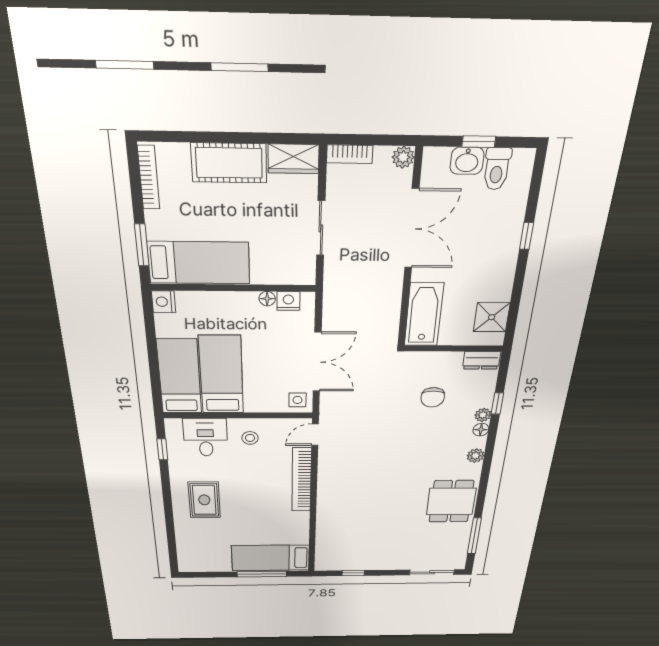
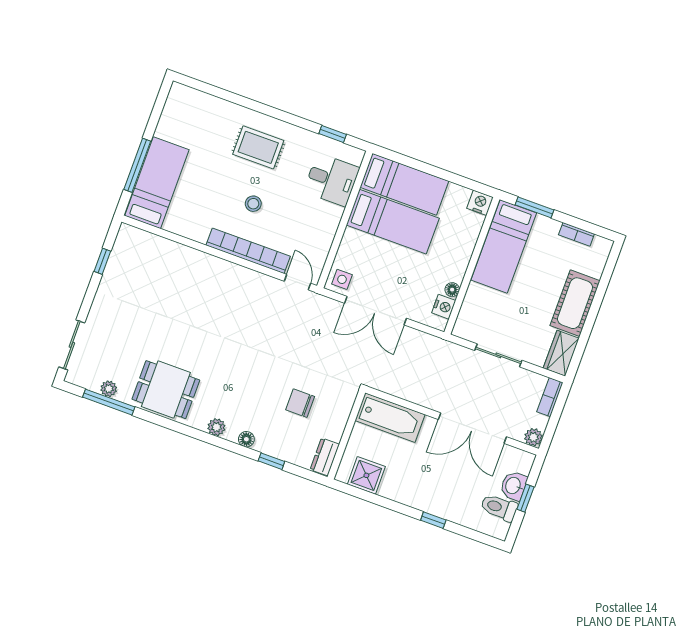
bookcase: (149, 178) -> (576, 234), width x0.64
plant: (483, 415) -> (109, 389), moved
stool: (250, 438) -> (253, 204), moved

